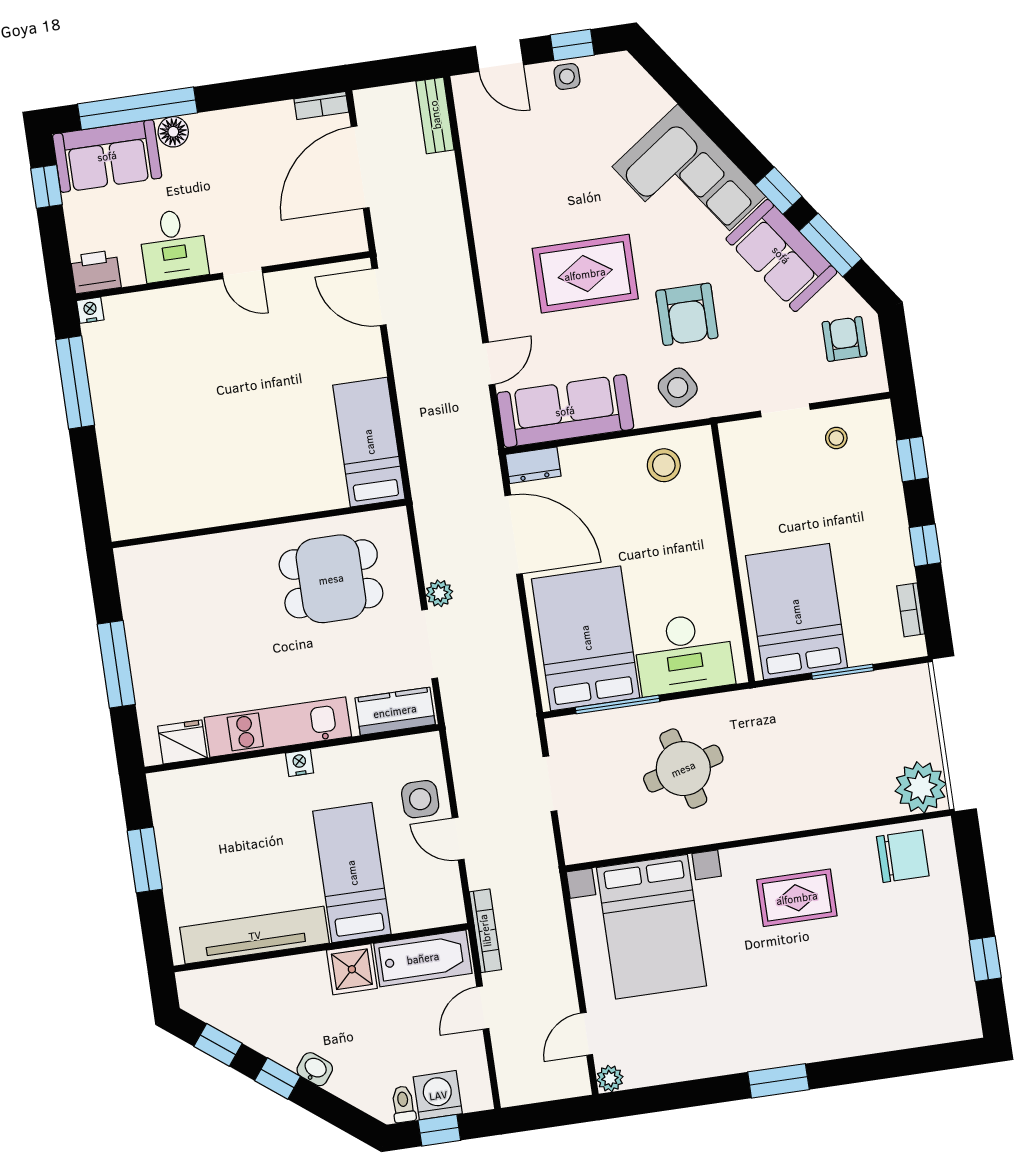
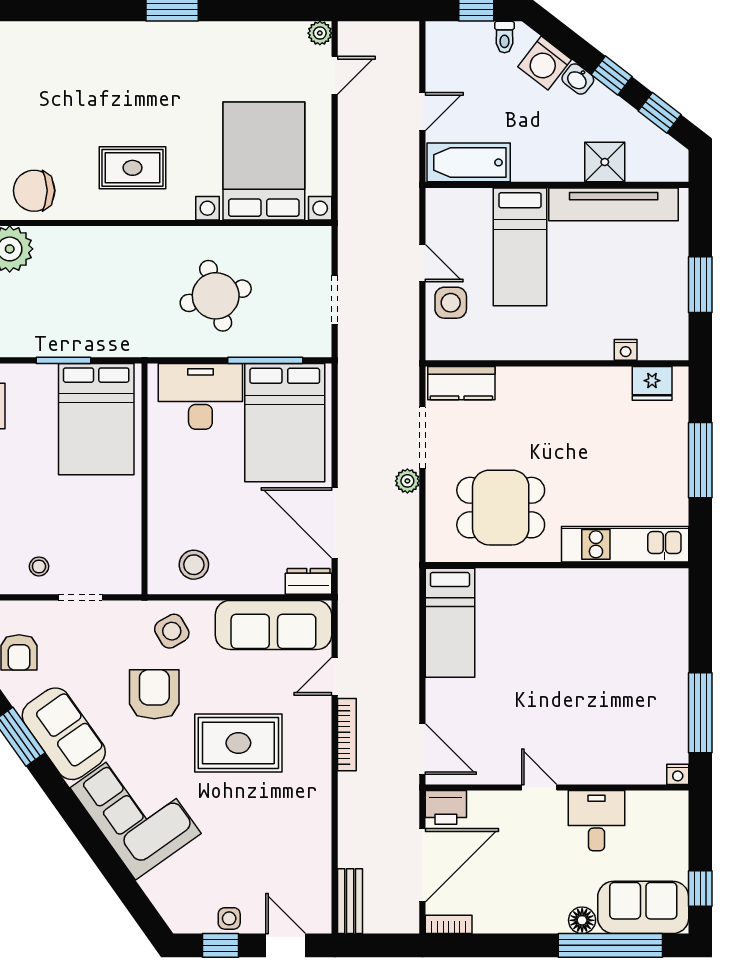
window: (779, 191) -> (58, 791), removed
printer: (96, 272) -> (446, 807), moved
kitchen unit: (278, 727) -> (625, 544), moved, turned 180
nightstand: (300, 763) -> (626, 350), moved
bookcase: (485, 931) -> (347, 735), moved, turned 180
shower: (352, 969) -> (605, 162), moved
washing machine: (438, 1095) -> (545, 63), moved, turned 38

